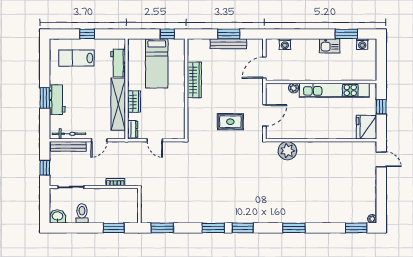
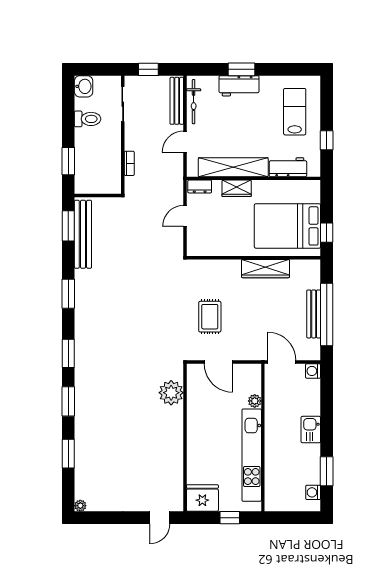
window: (87, 34) -> (327, 140), moved
window: (229, 34) -> (327, 314), width x2.11
washing machine: (285, 44) -> (313, 371), moved
kitchen sink: (330, 46) -> (311, 430), moved
bed: (157, 63) -> (287, 226), width x1.50
door: (99, 140) -> (185, 142), hinge flipped
bench: (168, 217) -> (83, 234), added
window: (243, 228) -> (68, 353), moved
window: (356, 228) -> (68, 454), moved

